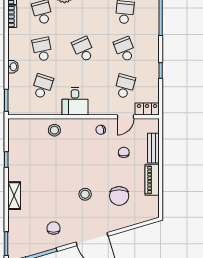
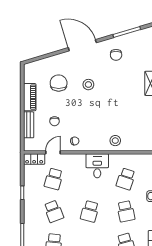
school desk: (83, 49) -> (90, 211), turned 39

